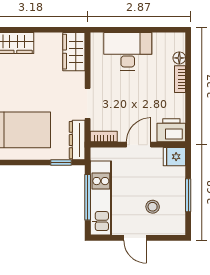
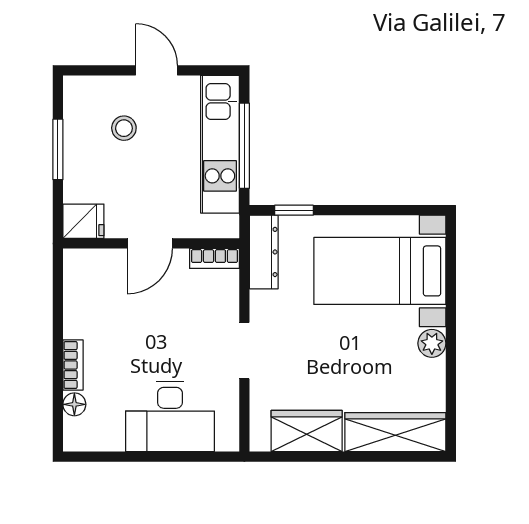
wardrobe: (74, 52) -> (307, 431), moved, turned -90
doorway: (88, 103) -> (244, 351), moved
printer: (171, 130) -> (89, 270), removed

